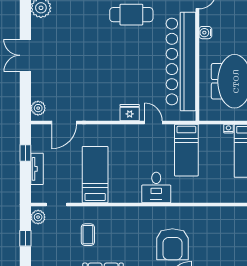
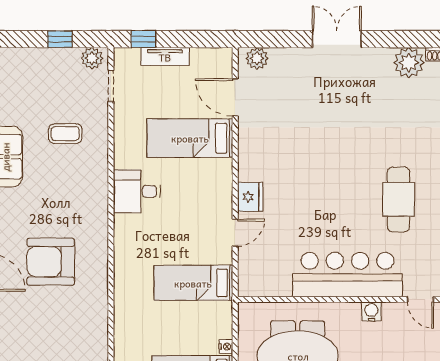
bar counter: (181, 61) -> (347, 275), width x0.73
window: (25, 153) -> (143, 39), moved
bed: (95, 175) -> (190, 138), moved, turned 180
desk: (156, 187) -> (137, 191), moved

